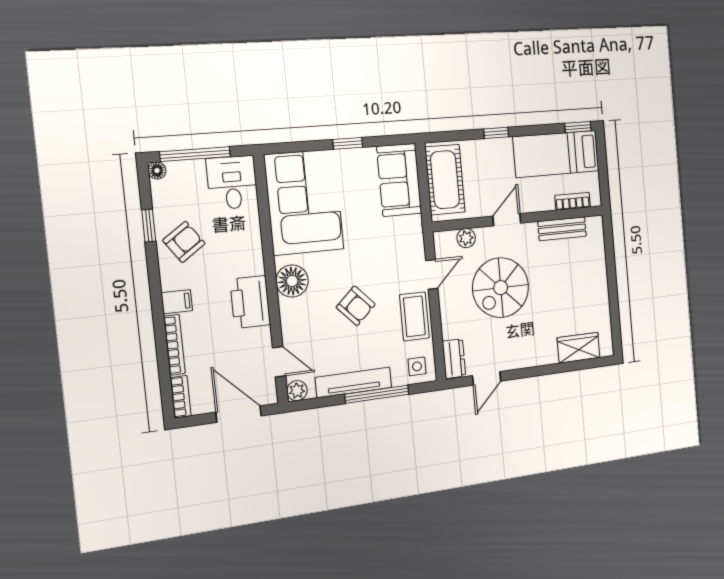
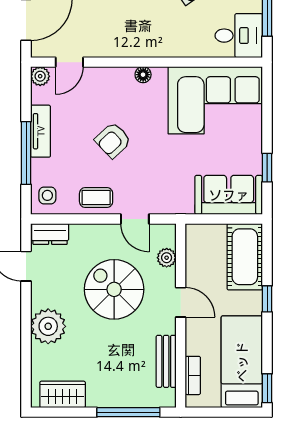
window: (348, 143) -> (267, 168), moved
cot: (445, 180) -> (245, 257), moved, turned 90
window: (610, 261) -> (128, 412), added
floor lamp: (292, 281) -> (143, 75), width x0.53, depth x0.53
printer: (250, 302) -> (128, 41), removed
coffee table: (414, 316) -> (96, 197), width x0.73, depth x0.77
wardrobe: (579, 348) -> (63, 394), moved, turned -90
plant: (540, 349) -> (48, 326), added
tv unit: (354, 382) -> (41, 131), width x0.71

